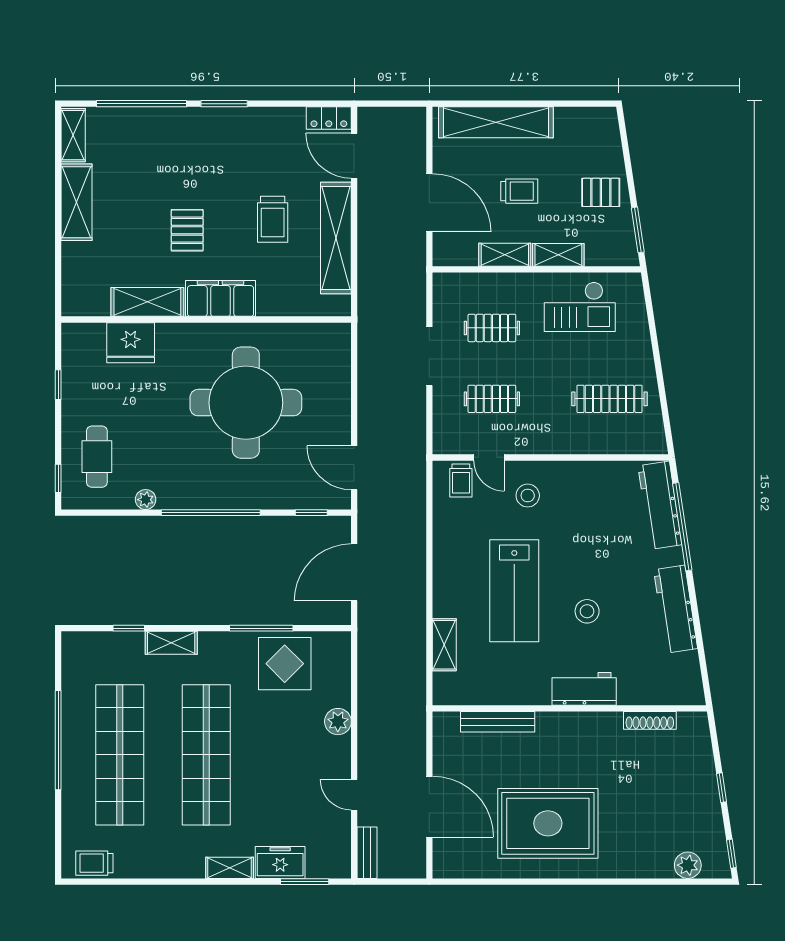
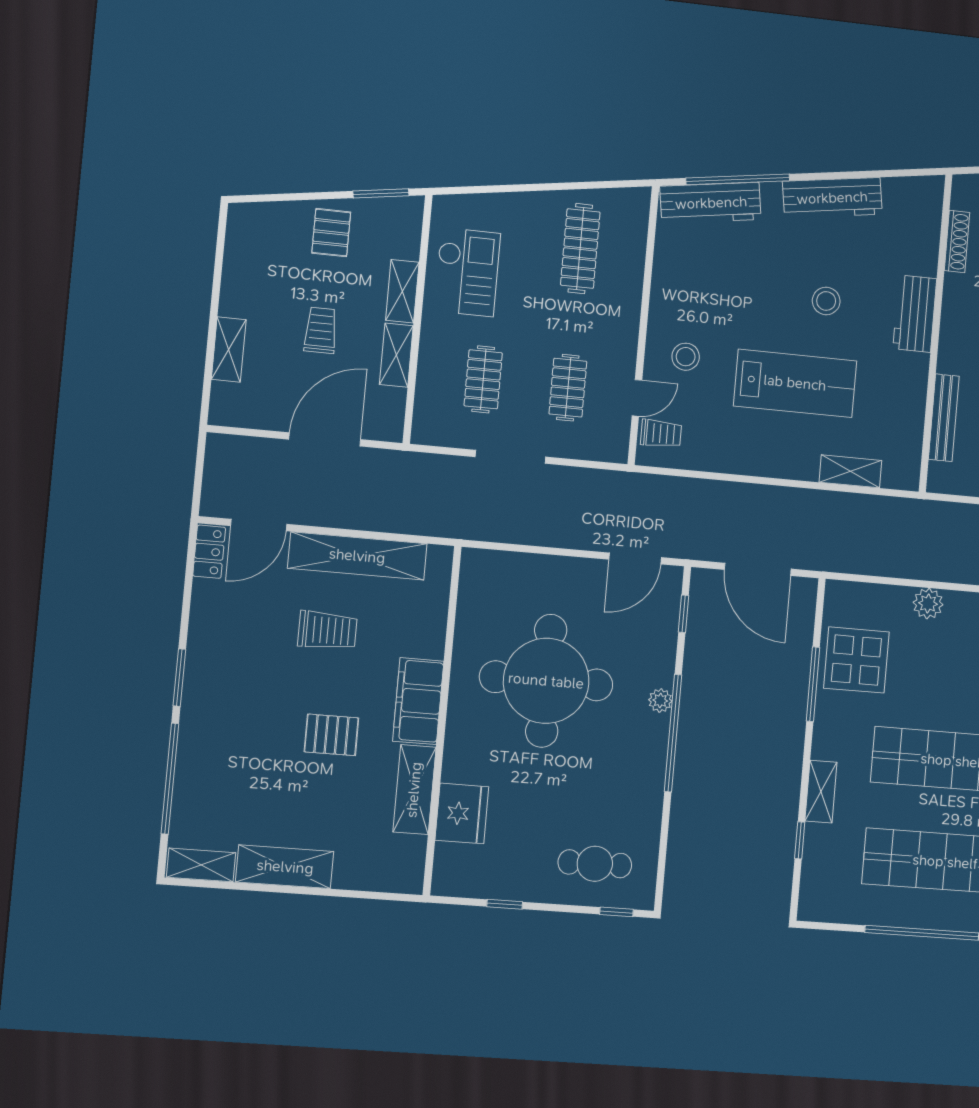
shelving: (496, 122) -> (229, 349), width x0.45, depth x0.75
plant: (146, 500) -> (660, 700), moved

